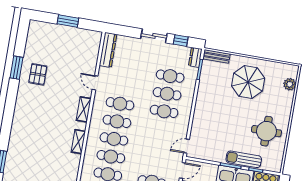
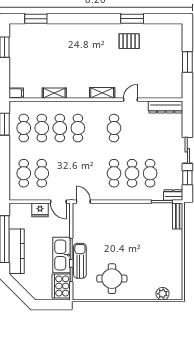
parasol: (248, 82) -> (158, 252), removed
cafe table: (117, 121) -> (96, 128), removed
shelving: (78, 142) -> (54, 93), moved

